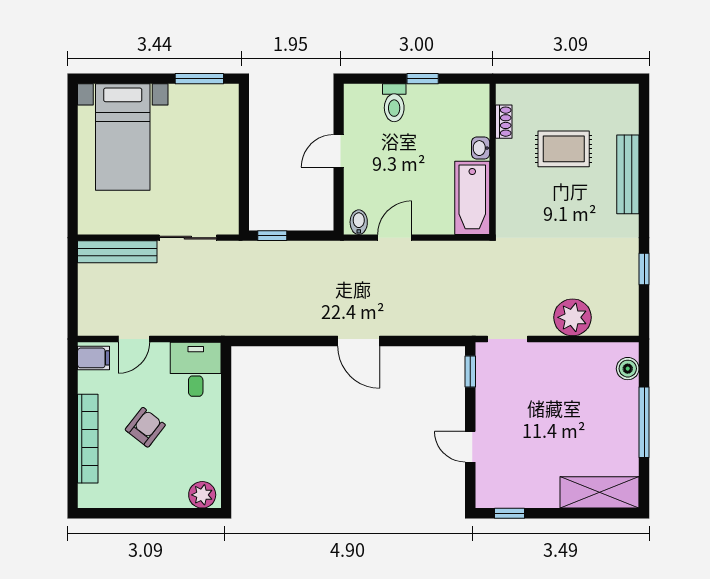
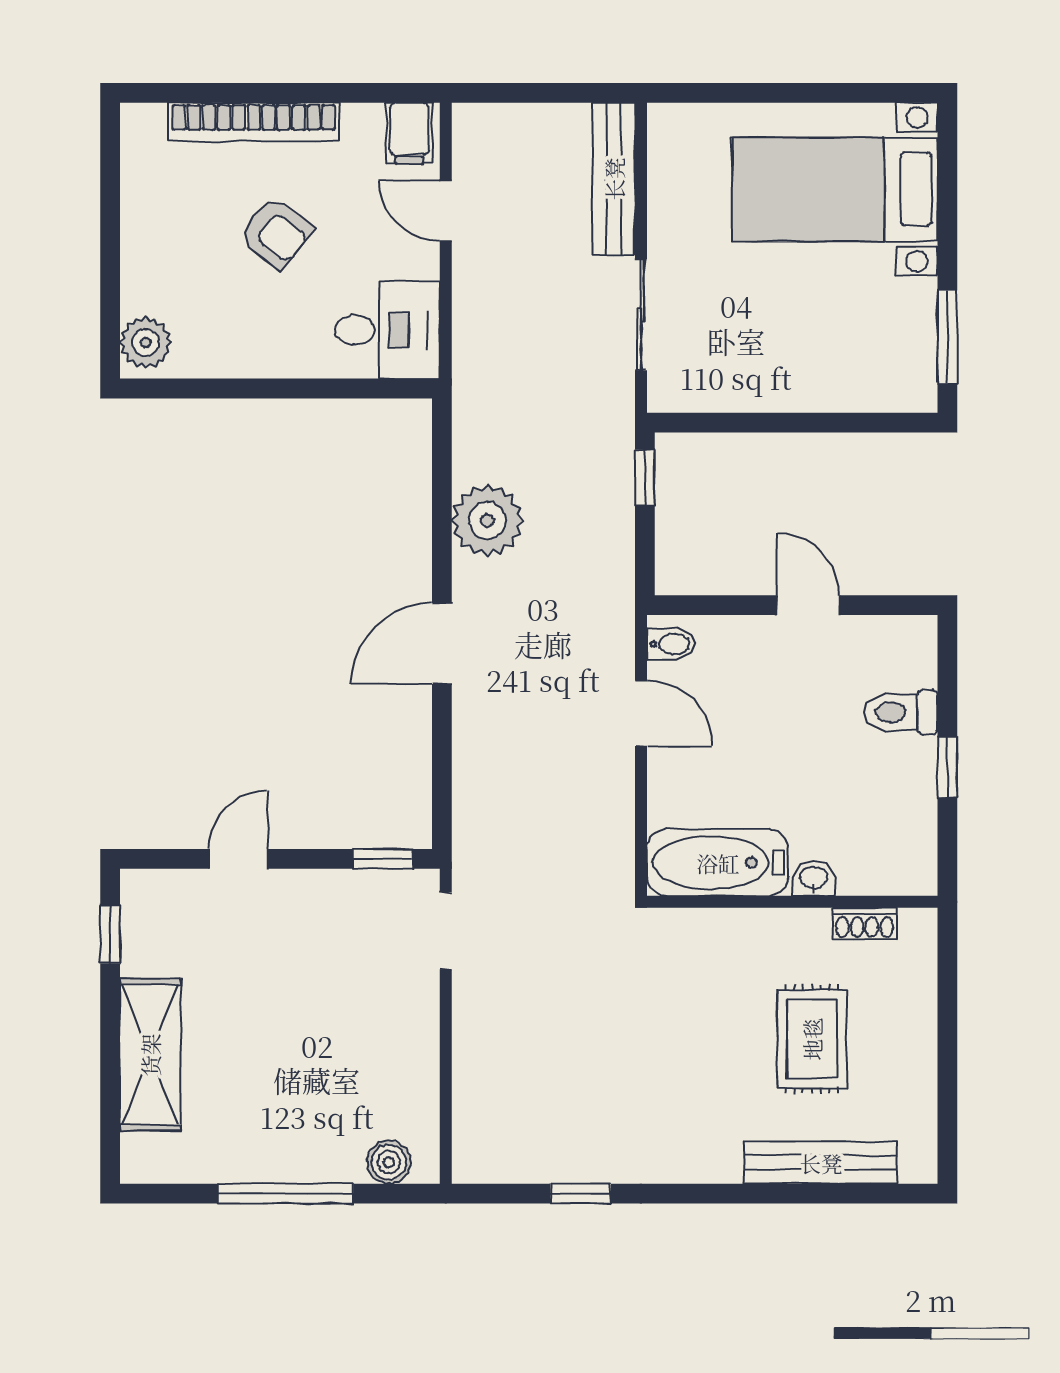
bench: (628, 174) -> (821, 1163), moved
plant: (573, 317) -> (487, 521), moved
shelving: (599, 492) -> (150, 1055), moved

